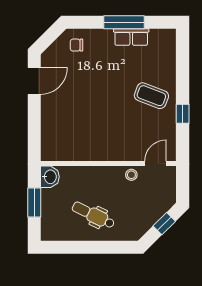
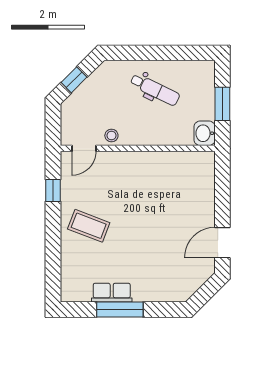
chair: (76, 45) -> (174, 283), removed
window: (183, 114) -> (53, 190), moved

